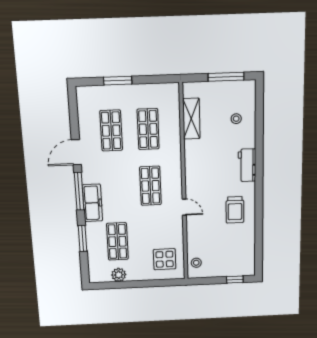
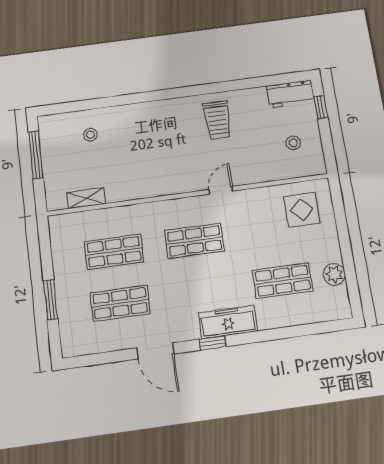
shelving: (191, 119) -> (86, 198), width x0.67, depth x0.75
workbench: (247, 165) -> (291, 94), moved
window: (79, 191) -> (213, 343), width x0.46
trolley: (235, 210) -> (218, 120), turned 90
window: (82, 238) -> (284, 333), removed
stool: (196, 263) -> (293, 143), moved

